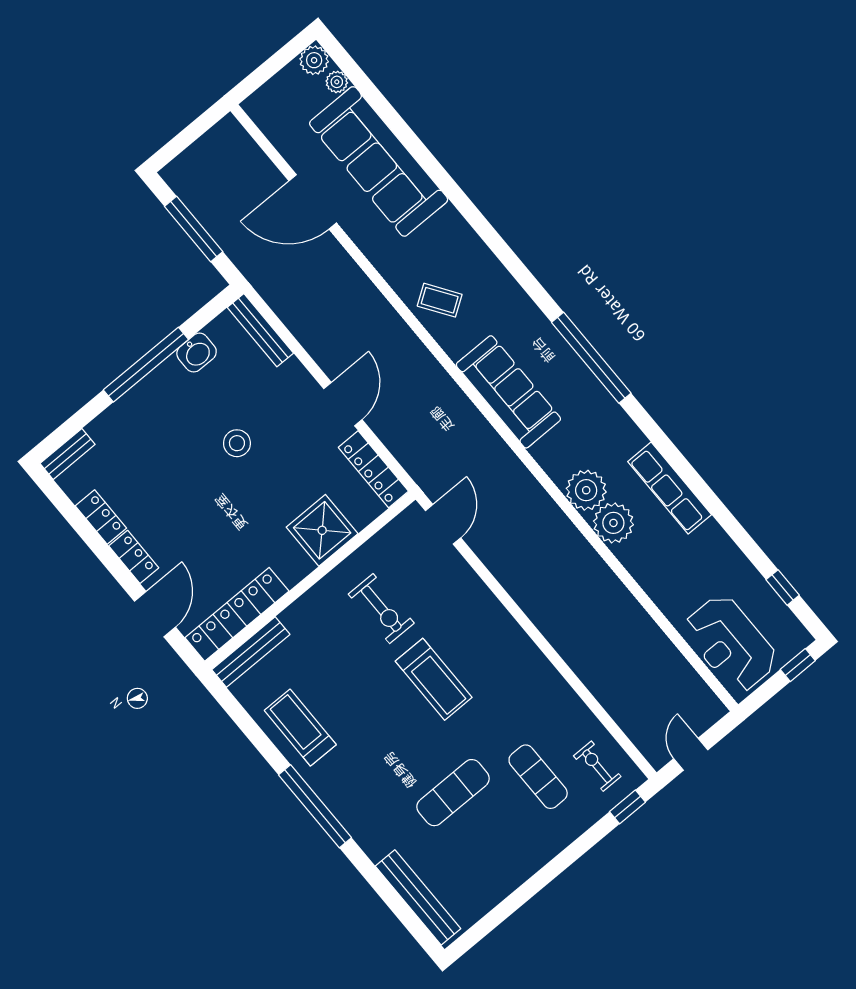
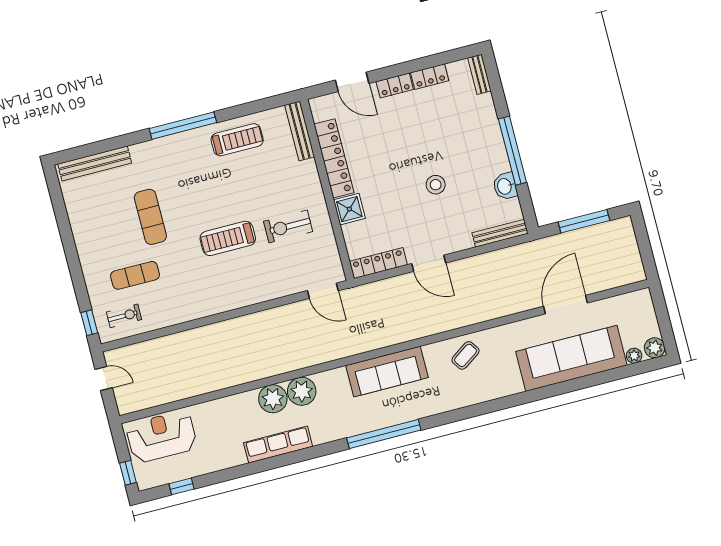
shower: (322, 530) -> (349, 209), width x0.73, depth x0.73
locker: (237, 614) -> (334, 158), moved

